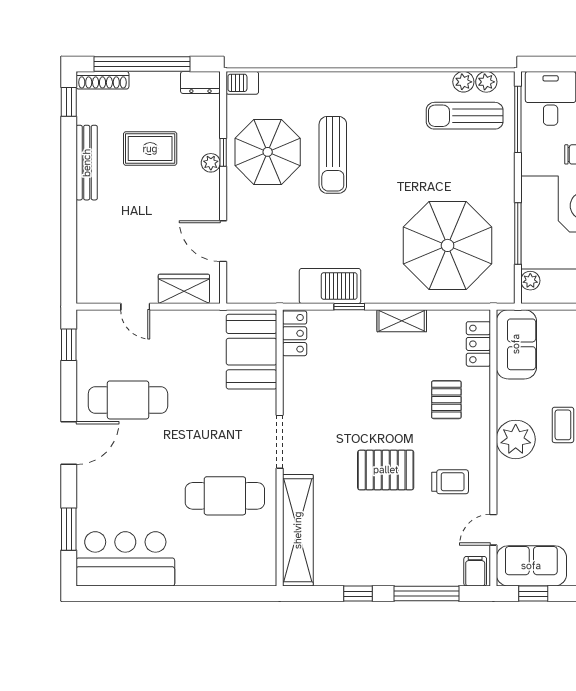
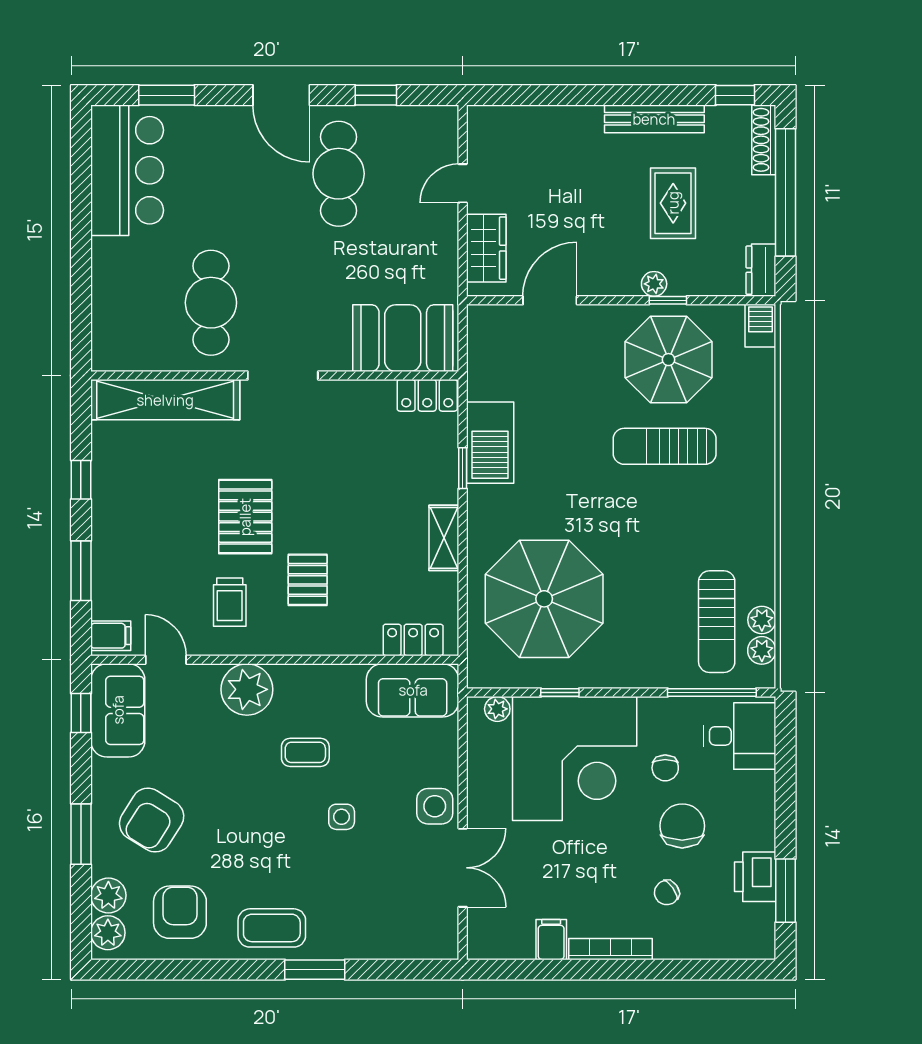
sun lounger: (465, 116) -> (717, 622), turned 180
window: (518, 234) -> (560, 692), width x0.46
window: (69, 345) -> (376, 95), moved
pallet: (446, 400) -> (308, 580), moved, turned 90
plant: (516, 439) -> (247, 689), moved
window: (426, 594) -> (81, 571), width x0.69

